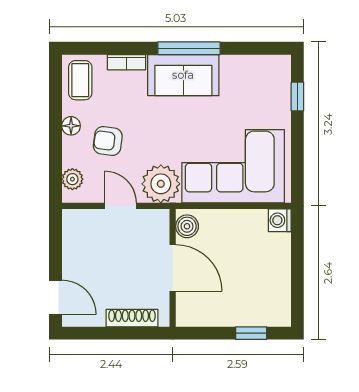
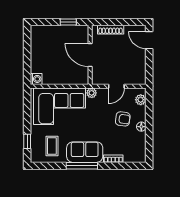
coffee table: (80, 80) -> (52, 146), moved
plant: (161, 184) -> (92, 93), width x0.53, depth x0.53
door: (120, 206) -> (116, 86), hinge flipped
boiler: (187, 226) -> (83, 76), removed
window: (251, 333) -> (68, 22), moved

